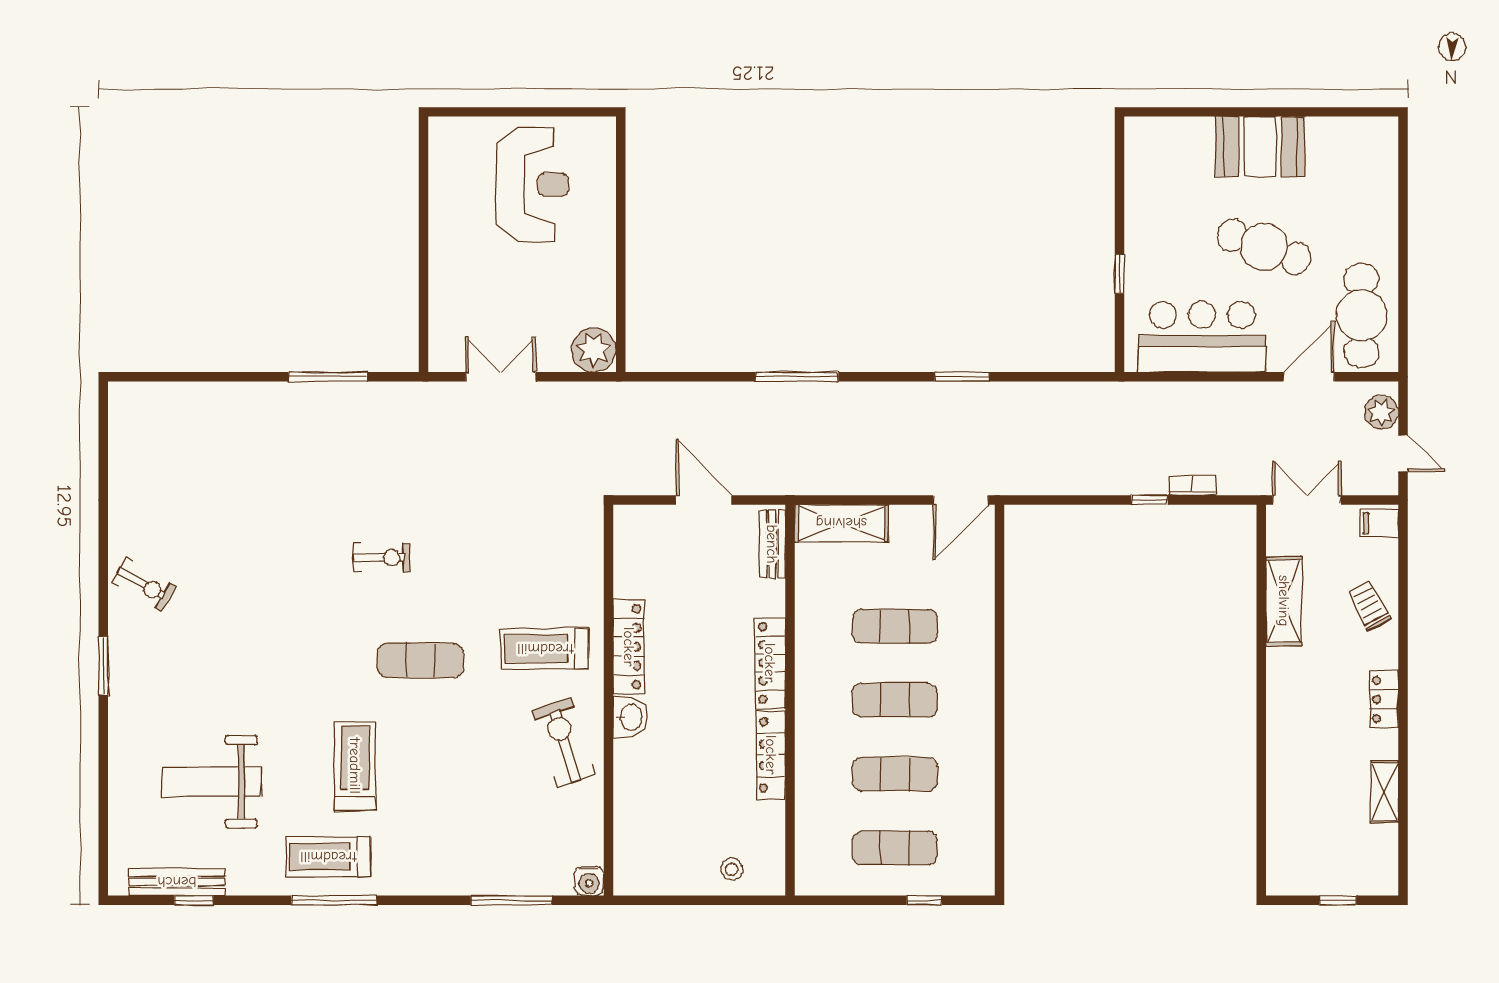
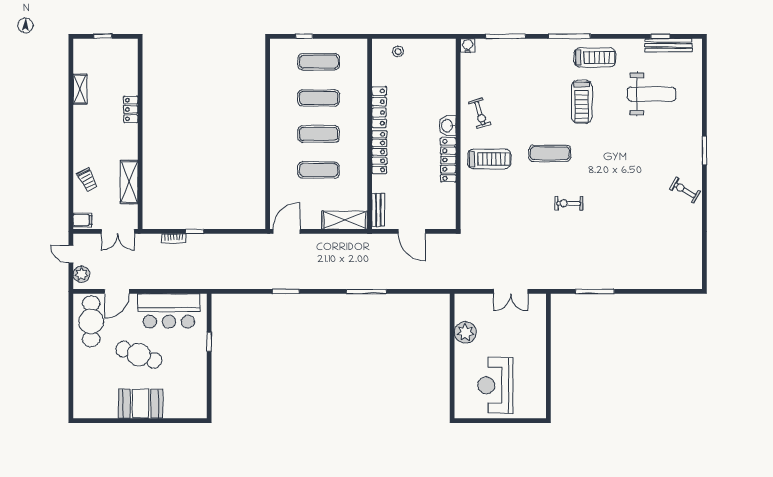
plant: (594, 350) -> (465, 332), moved
locker: (1384, 699) -> (131, 109), moved, turned 180
exercise bike: (564, 743) -> (480, 113), width x0.73, depth x0.72
window: (334, 900) -> (569, 36), moved

